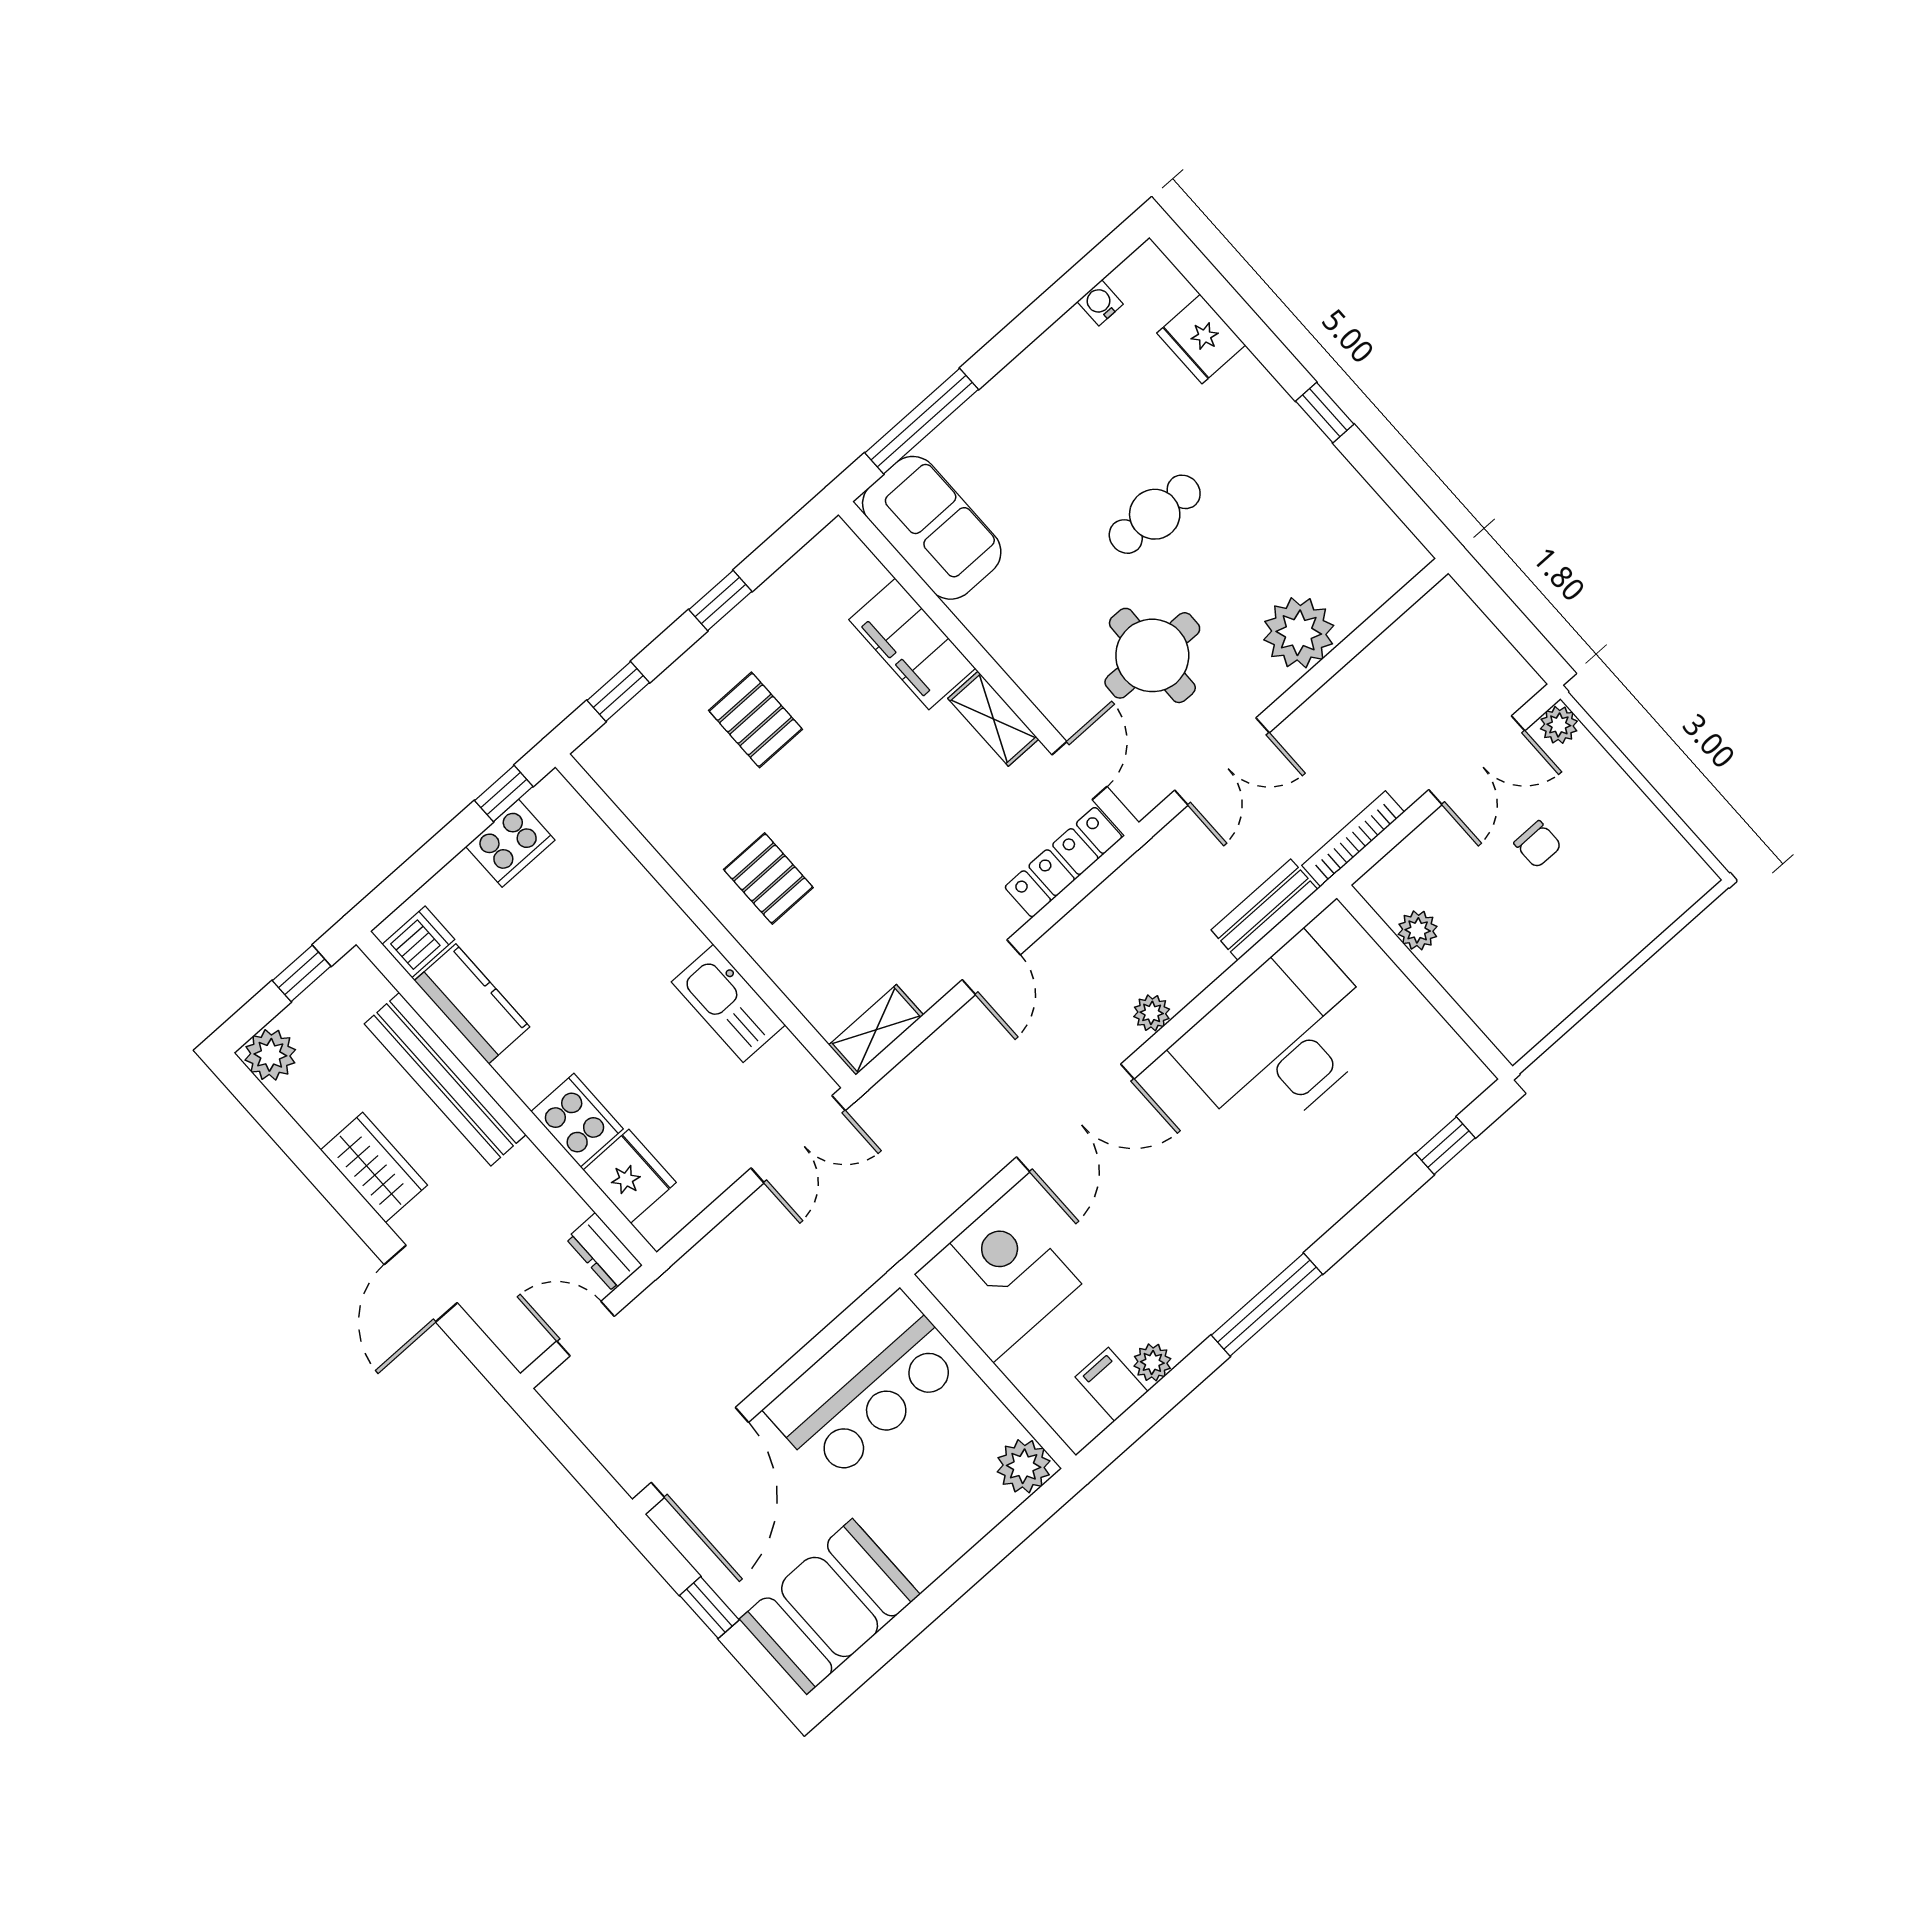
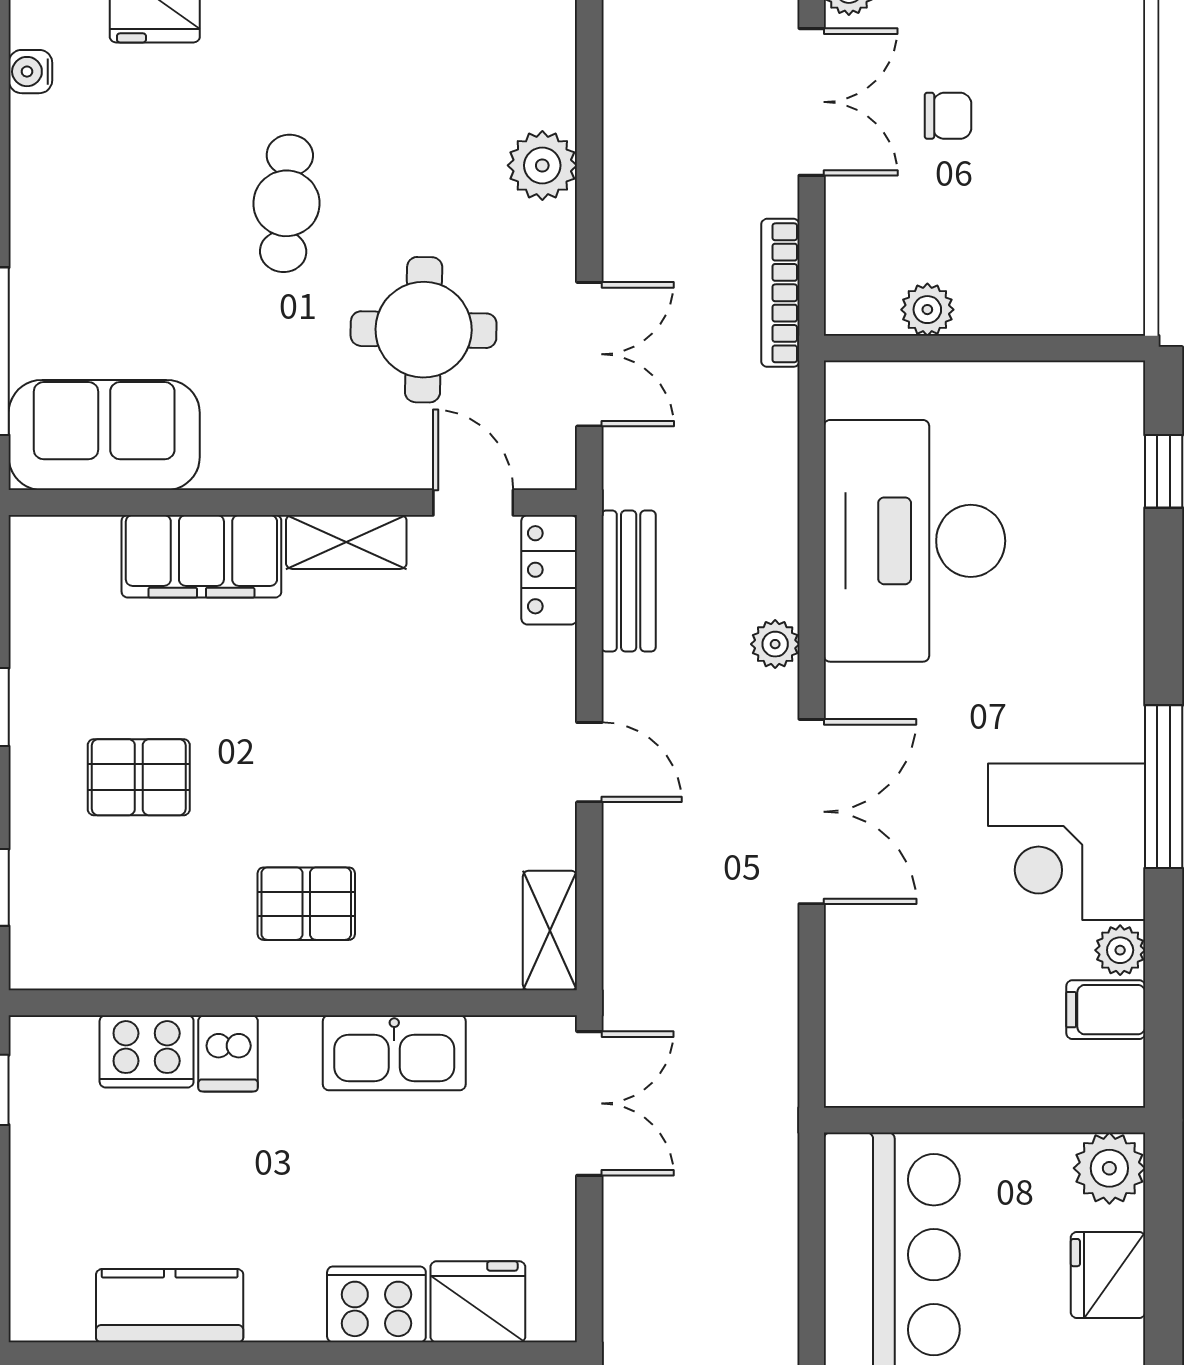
plant: (1299, 633) -> (542, 165), width x0.73, depth x0.73
cooker: (510, 843) -> (147, 1051), moved, turned 90
locker: (1063, 862) -> (549, 570), width x0.66
bench: (1264, 910) -> (629, 581), moved
dishwasher: (418, 942) -> (228, 1053), moved, turned 180
corner desk: (998, 1279) -> (1067, 842), moved, turned -90
fridge: (962, 1519) -> (1108, 1275), added

